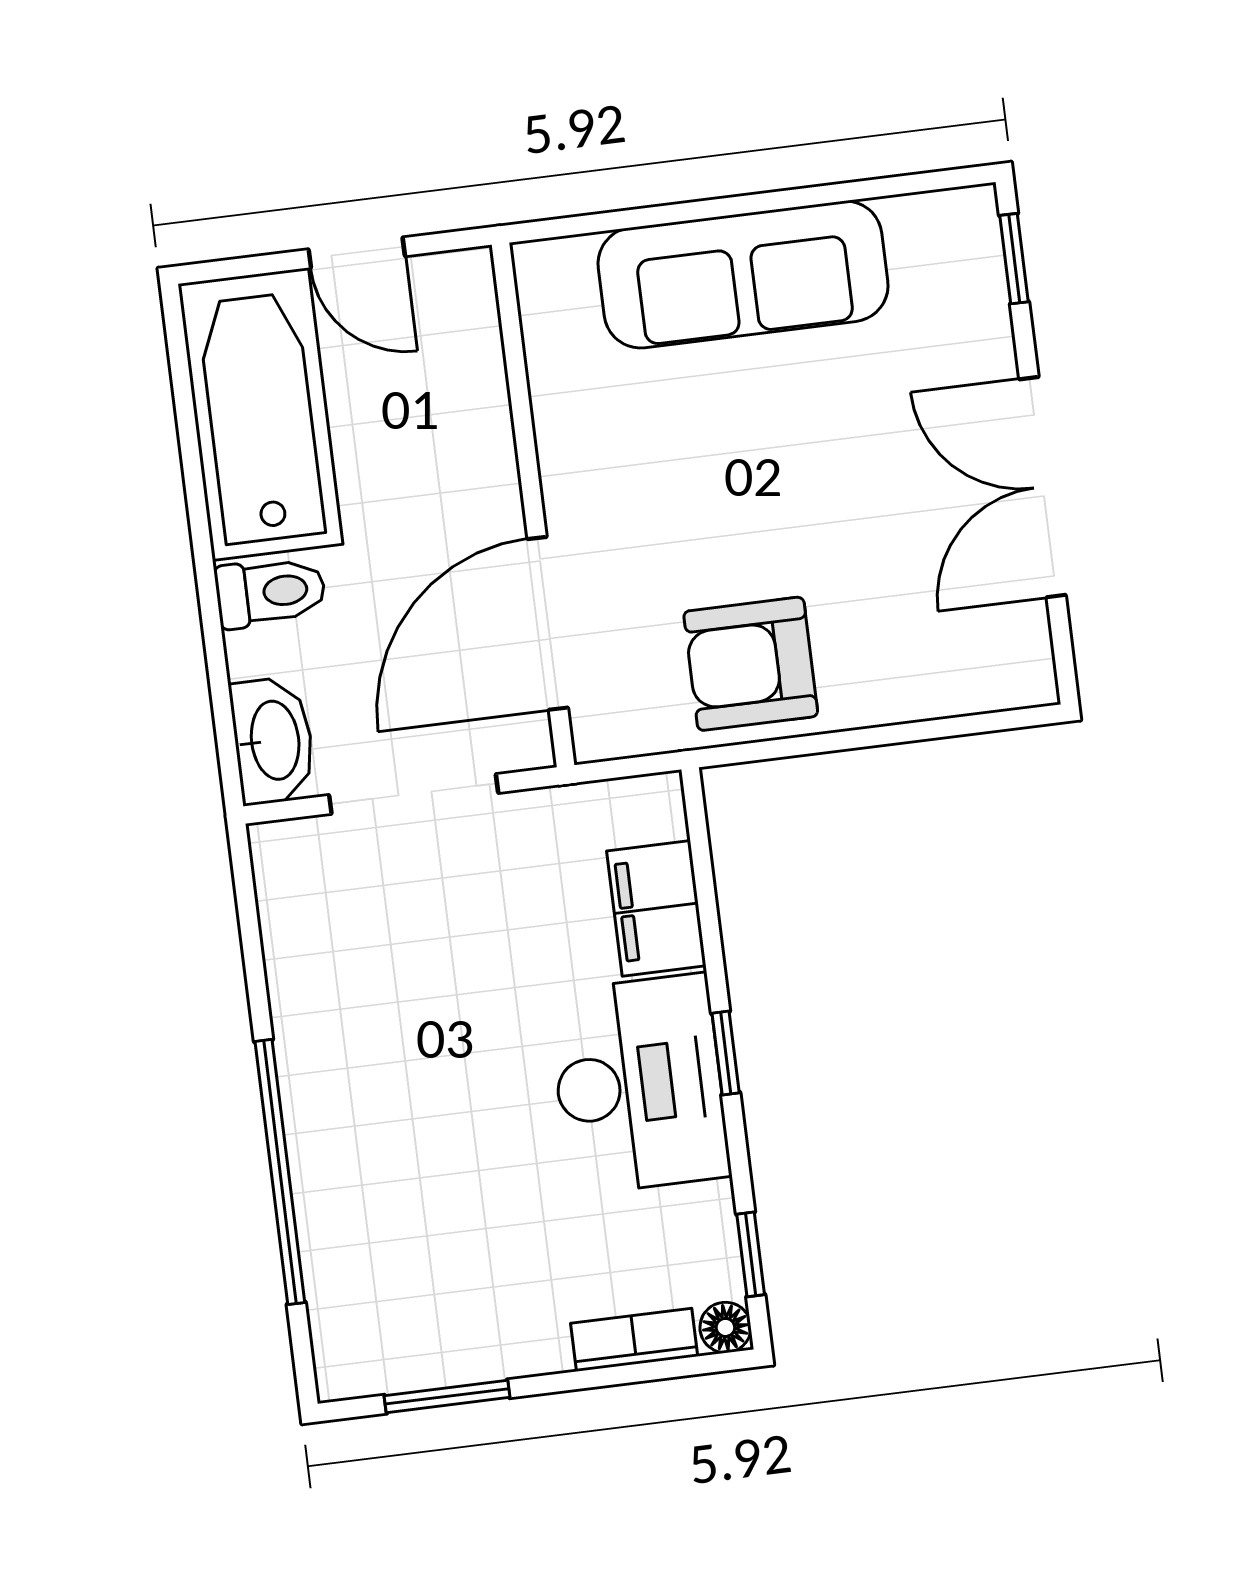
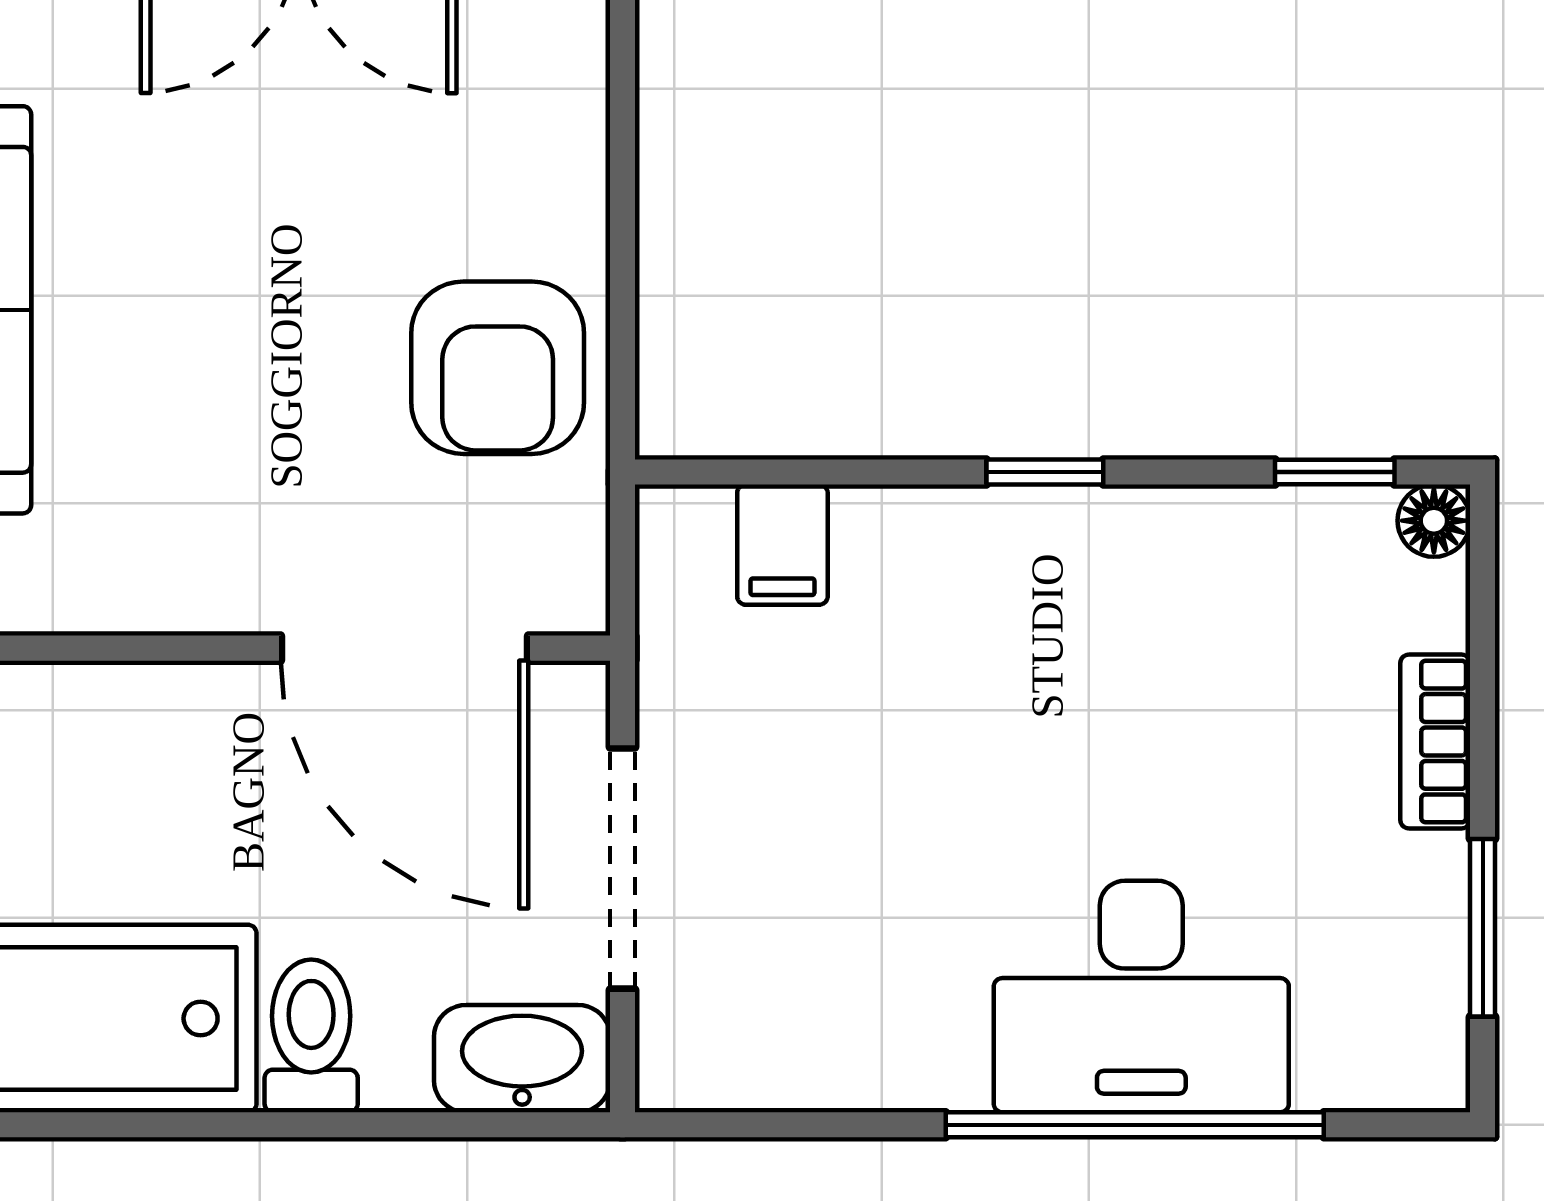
filing cabinet: (656, 908) -> (782, 545), width x0.50
desk: (639, 1084) -> (1141, 997), moved, turned 180
bookcase: (634, 1340) -> (1435, 741), moved

